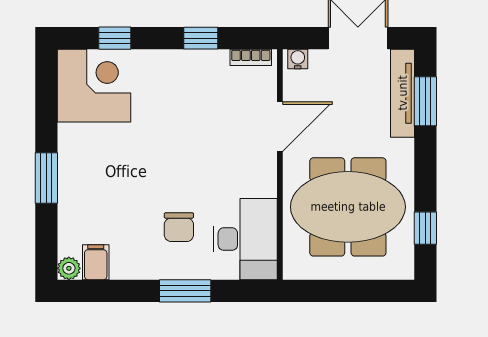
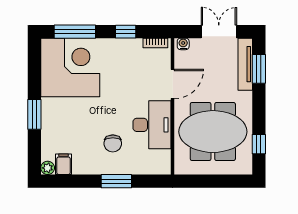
window: (115, 38) -> (75, 32), width x2.17
corner desk: (94, 86) -> (70, 68), width x1.36, depth x1.36
desk: (245, 239) -> (152, 125), moved

